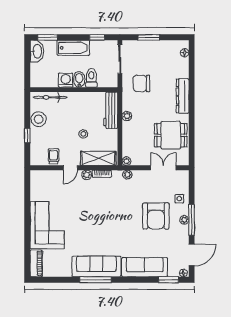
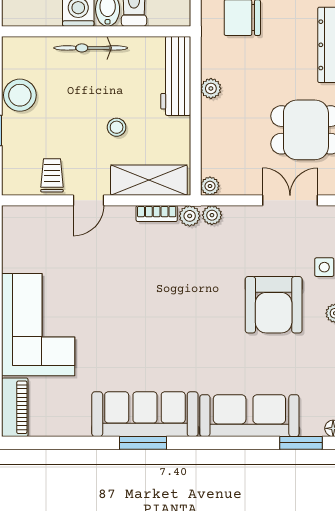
bicycle: (50, 97) -> (91, 48), moved
plant: (87, 175) -> (190, 216), moved
window: (96, 280) -> (143, 443), width x0.69

